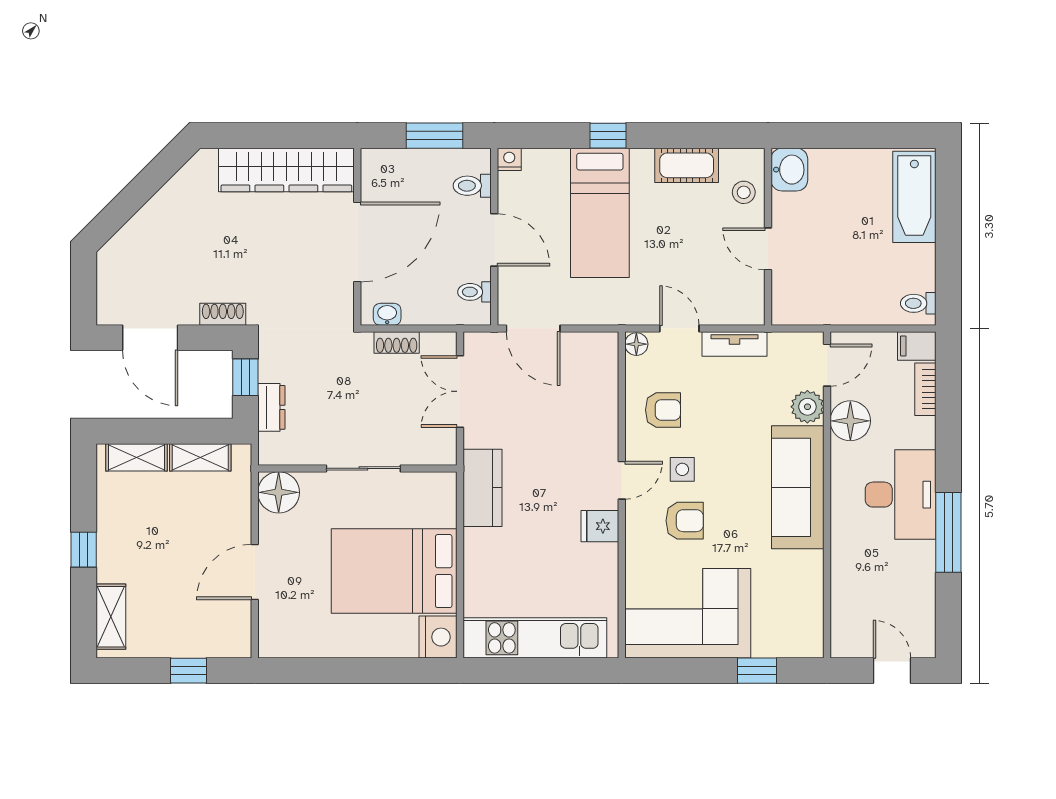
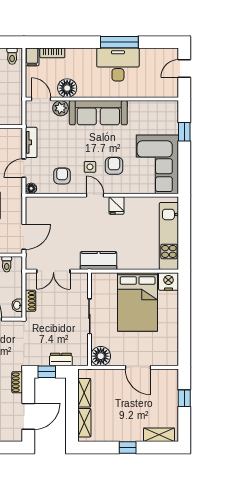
desk: (901, 495) -> (118, 64), moved

